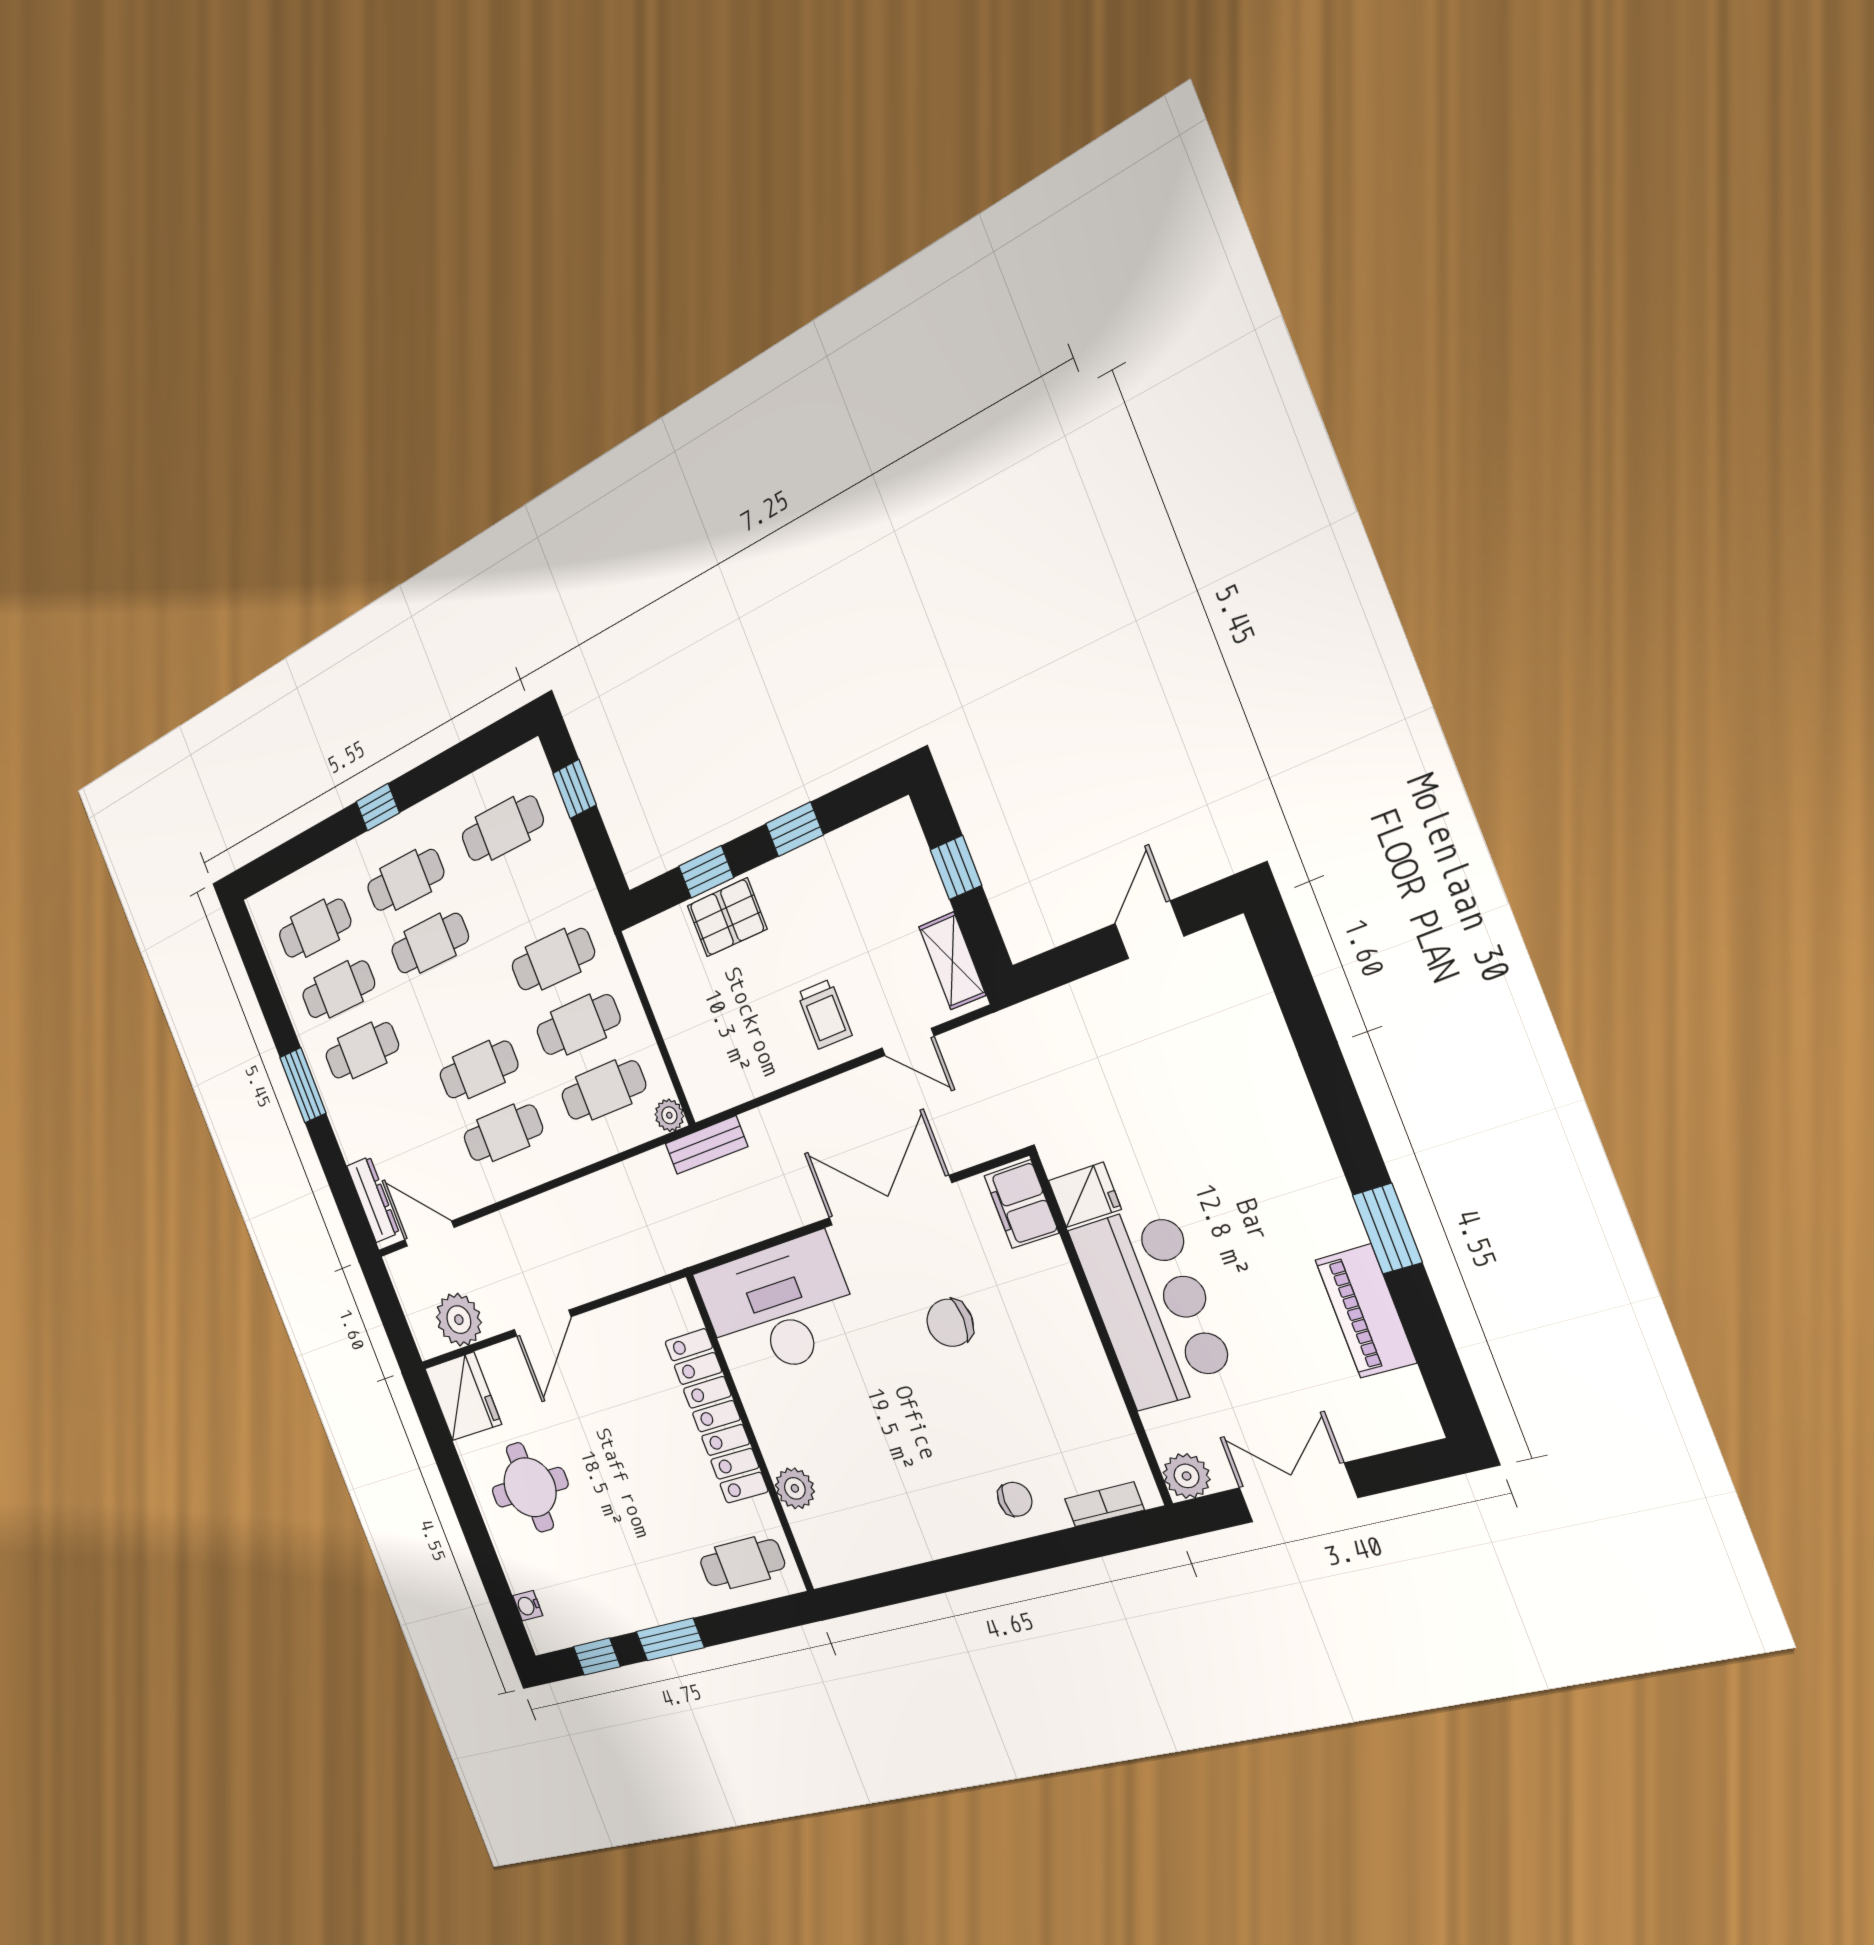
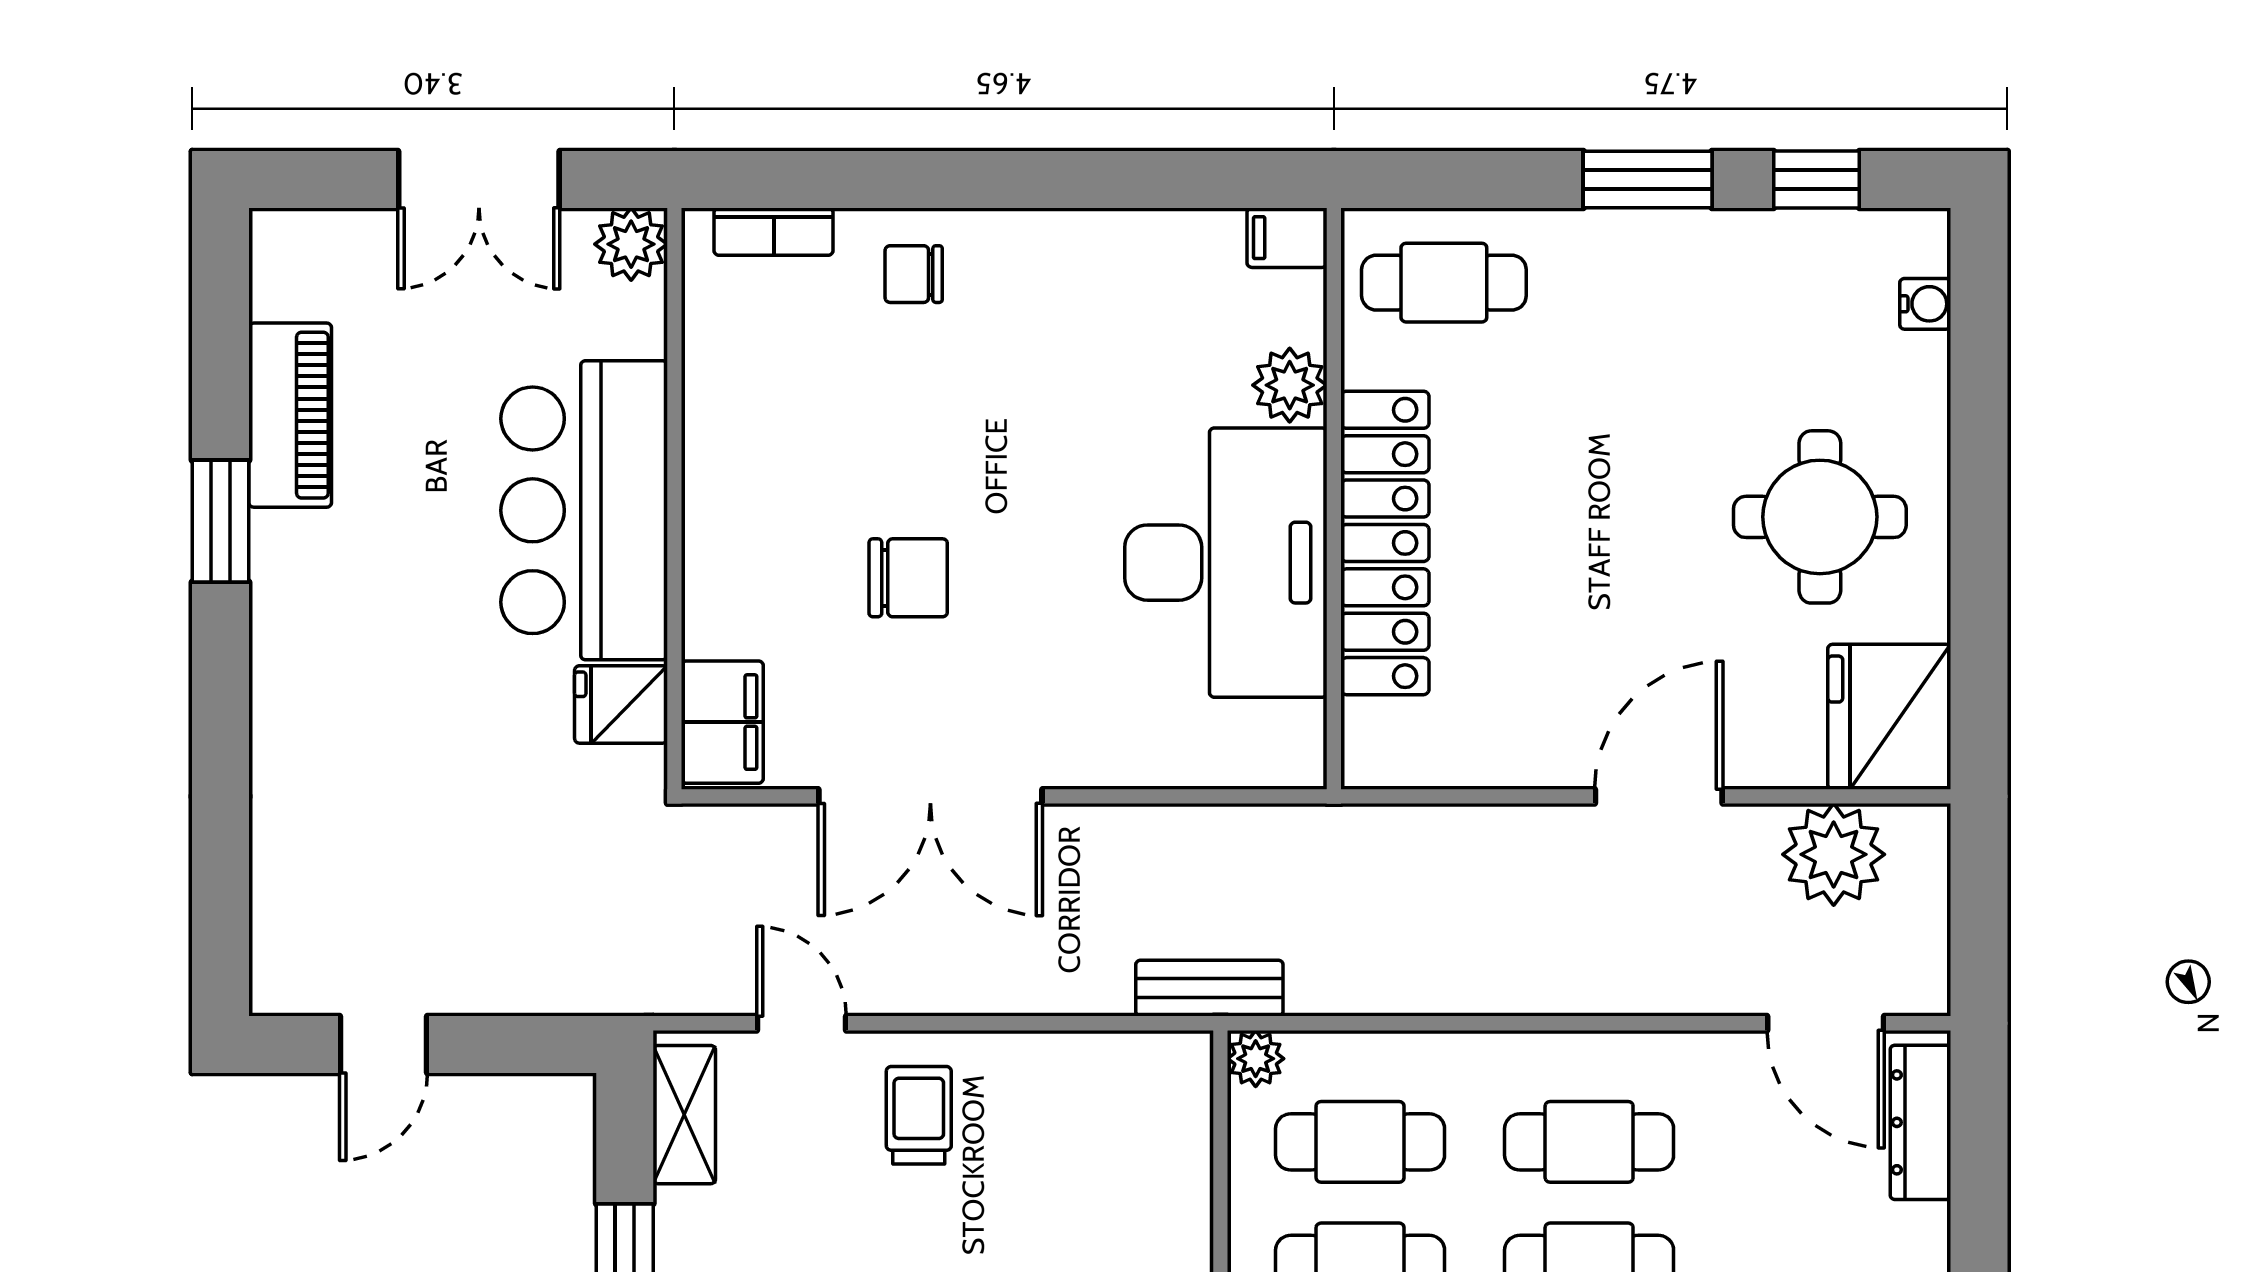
desk: (779, 1307) -> (1226, 563), moved, turned -90
filing cabinet: (827, 1568) -> (1287, 238), added

